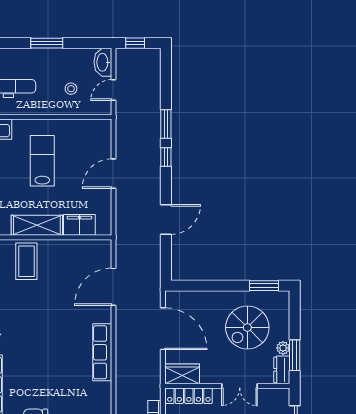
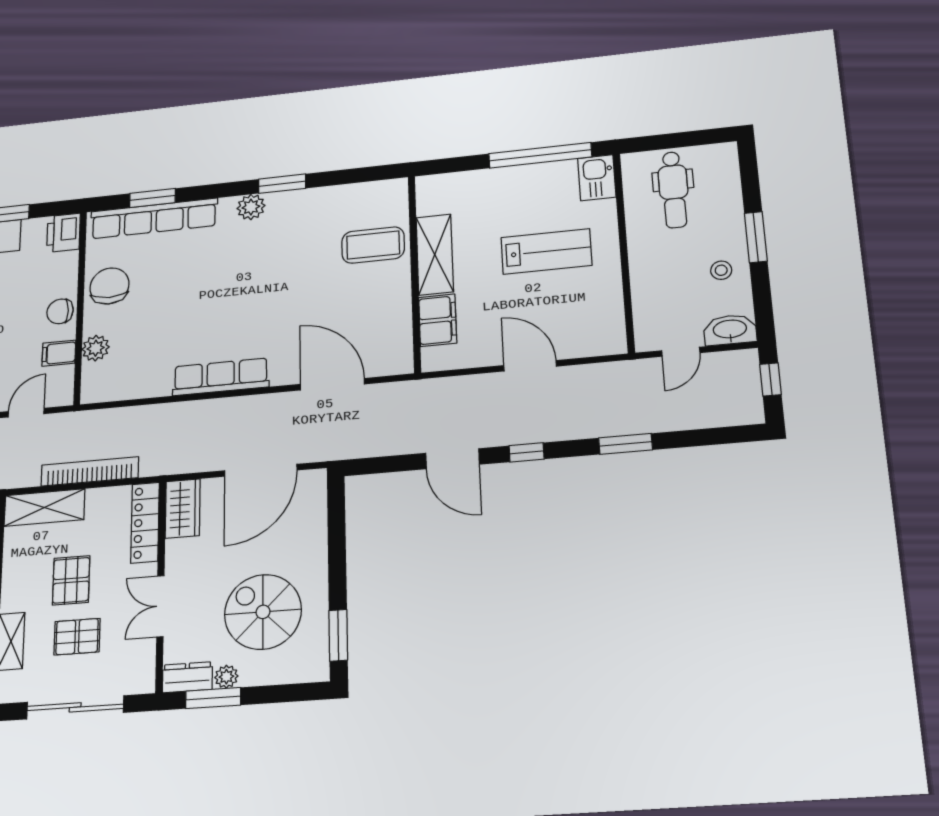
stool: (71, 89) -> (721, 270), moved
door: (113, 90) -> (681, 352), swing flipped
window: (166, 157) -> (527, 452), moved

